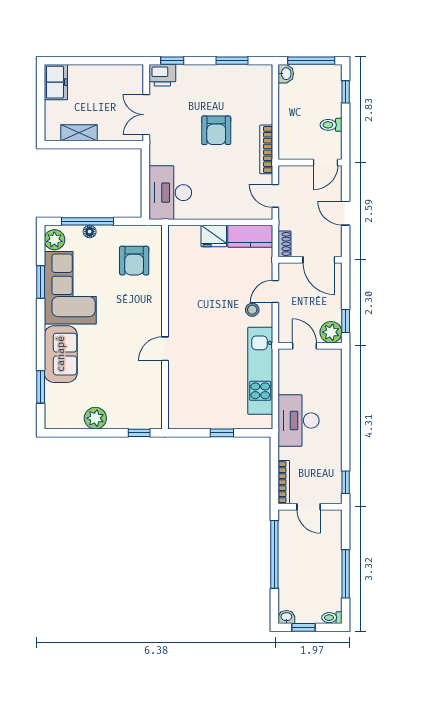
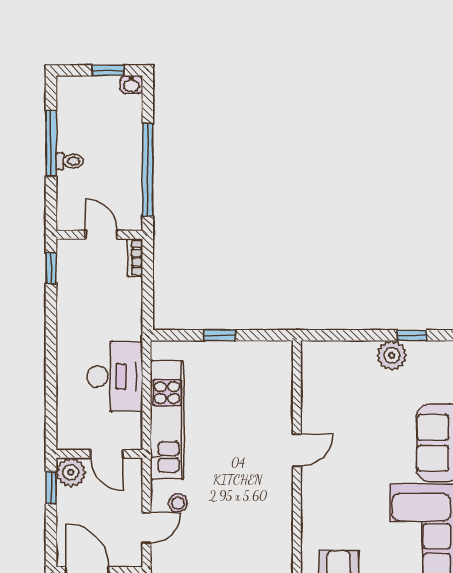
desk: (299, 420) -> (115, 376), moved
window: (139, 433) -> (412, 335), moved
bookcase: (284, 482) -> (135, 258), width x0.64
toilet: (332, 618) -> (70, 161), moved

